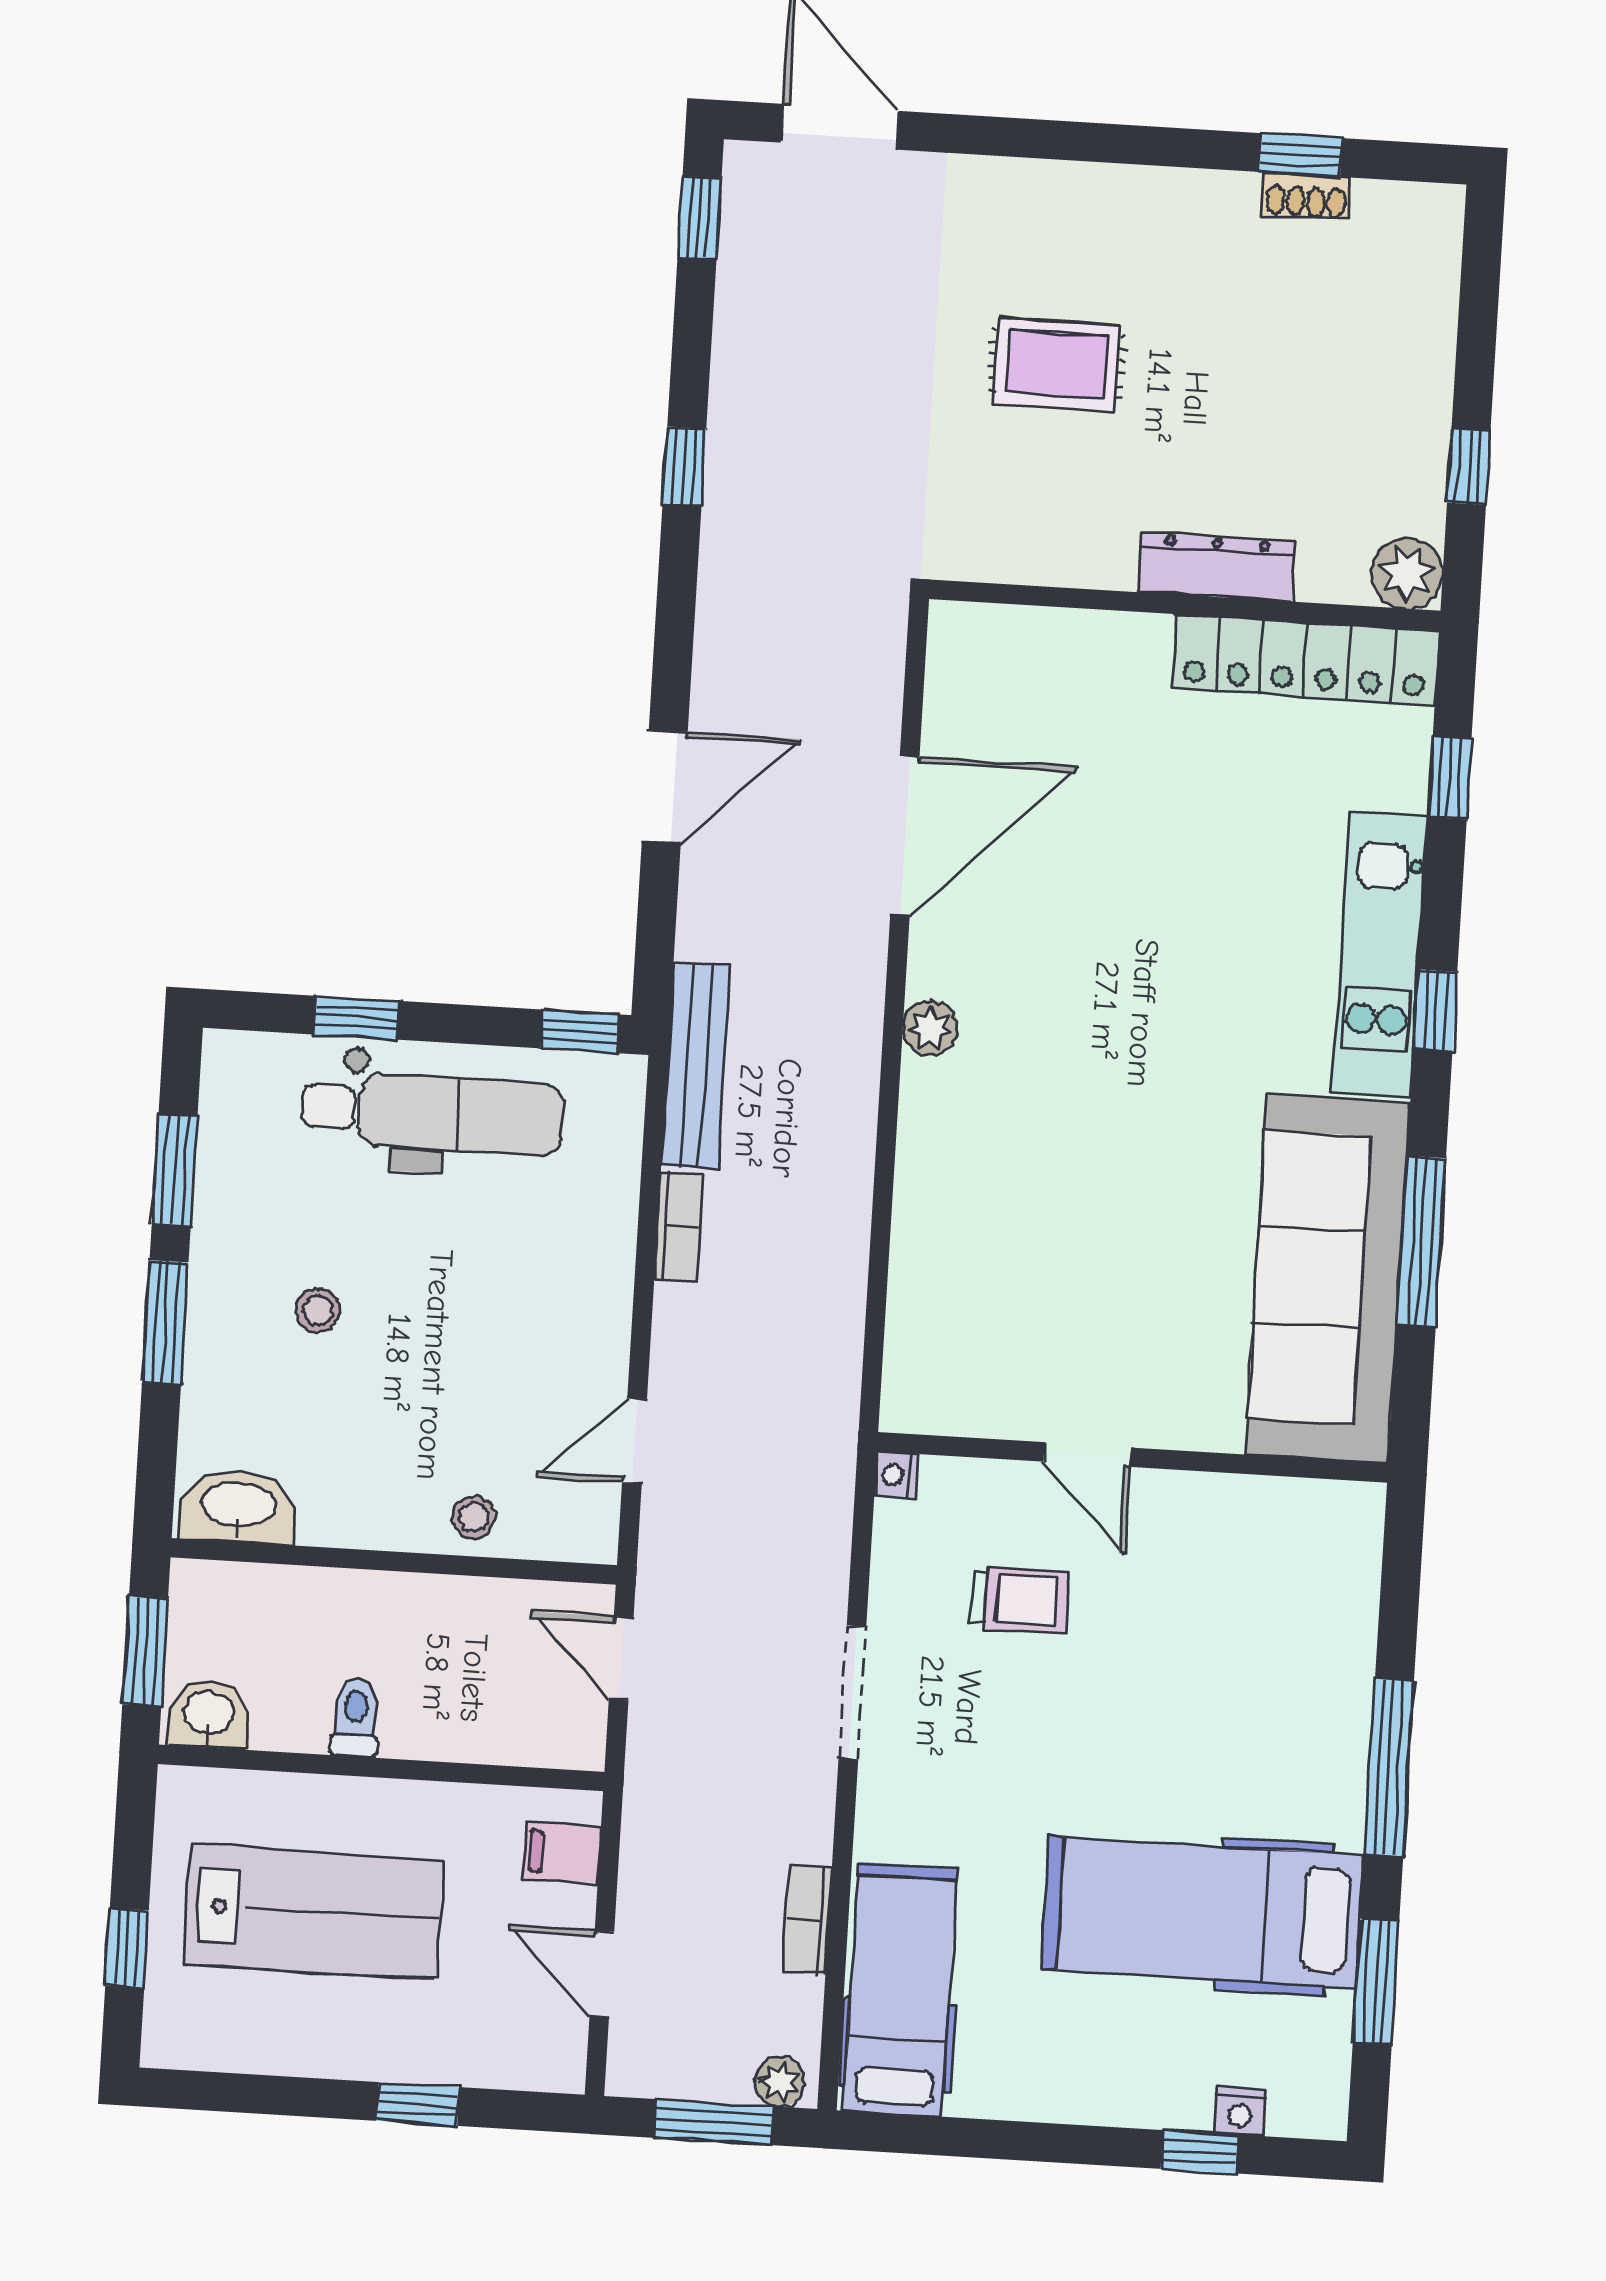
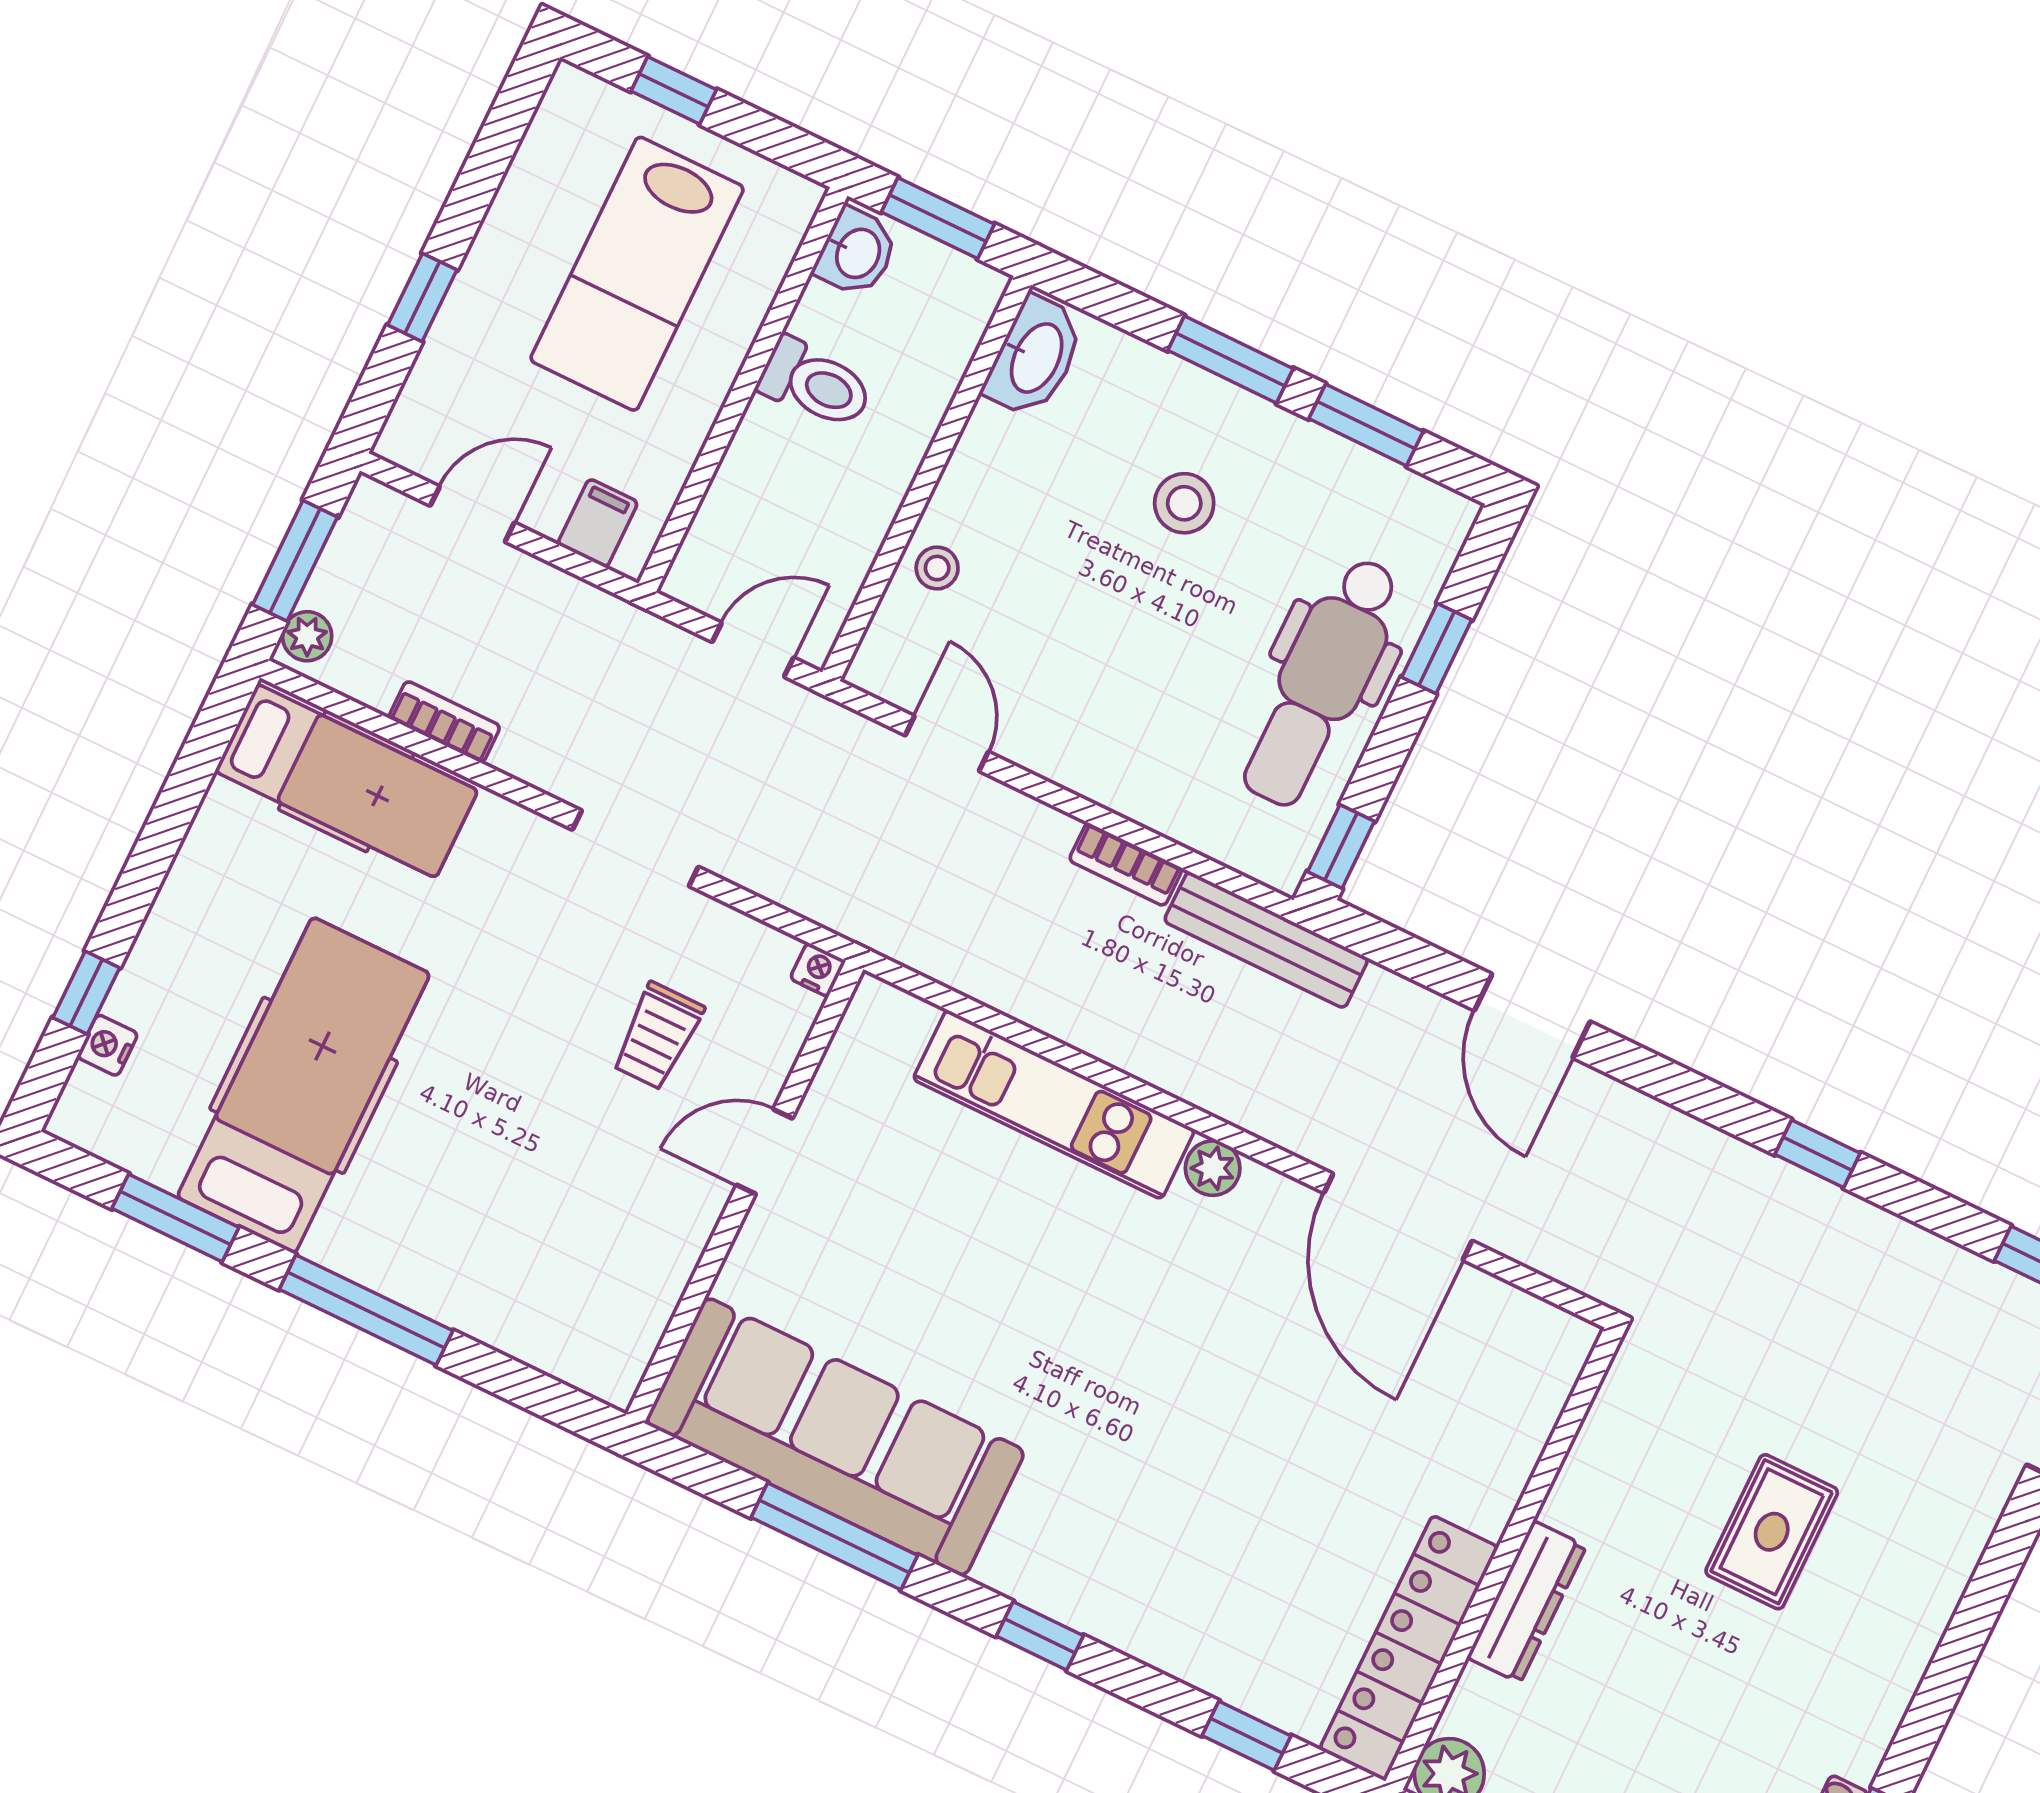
kitchen unit: (1380, 955) -> (1054, 1104), moved, turned 180
stool: (318, 1310) -> (1184, 503), width x1.37, depth x1.37
toilet: (355, 1718) -> (815, 384), width x1.37, depth x1.39

